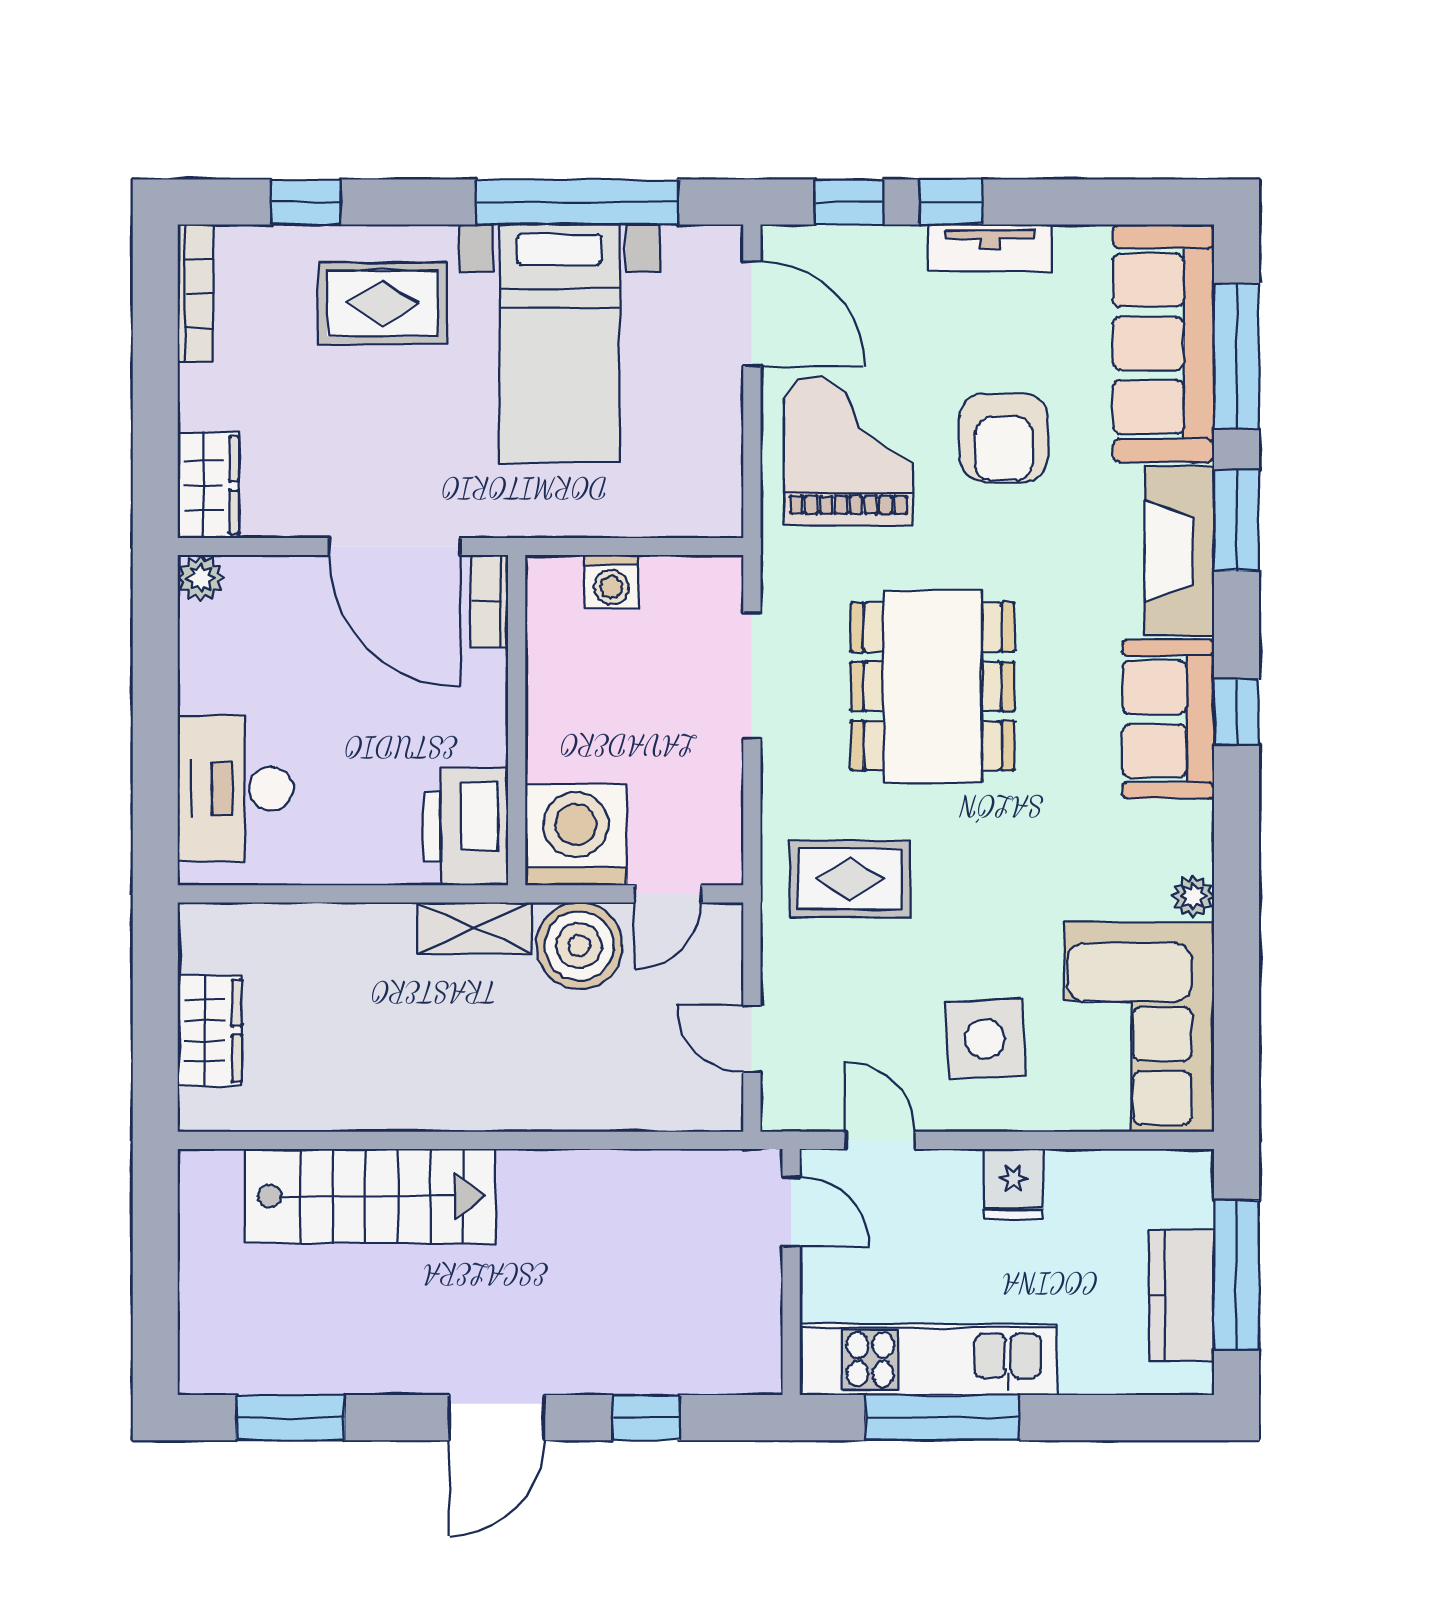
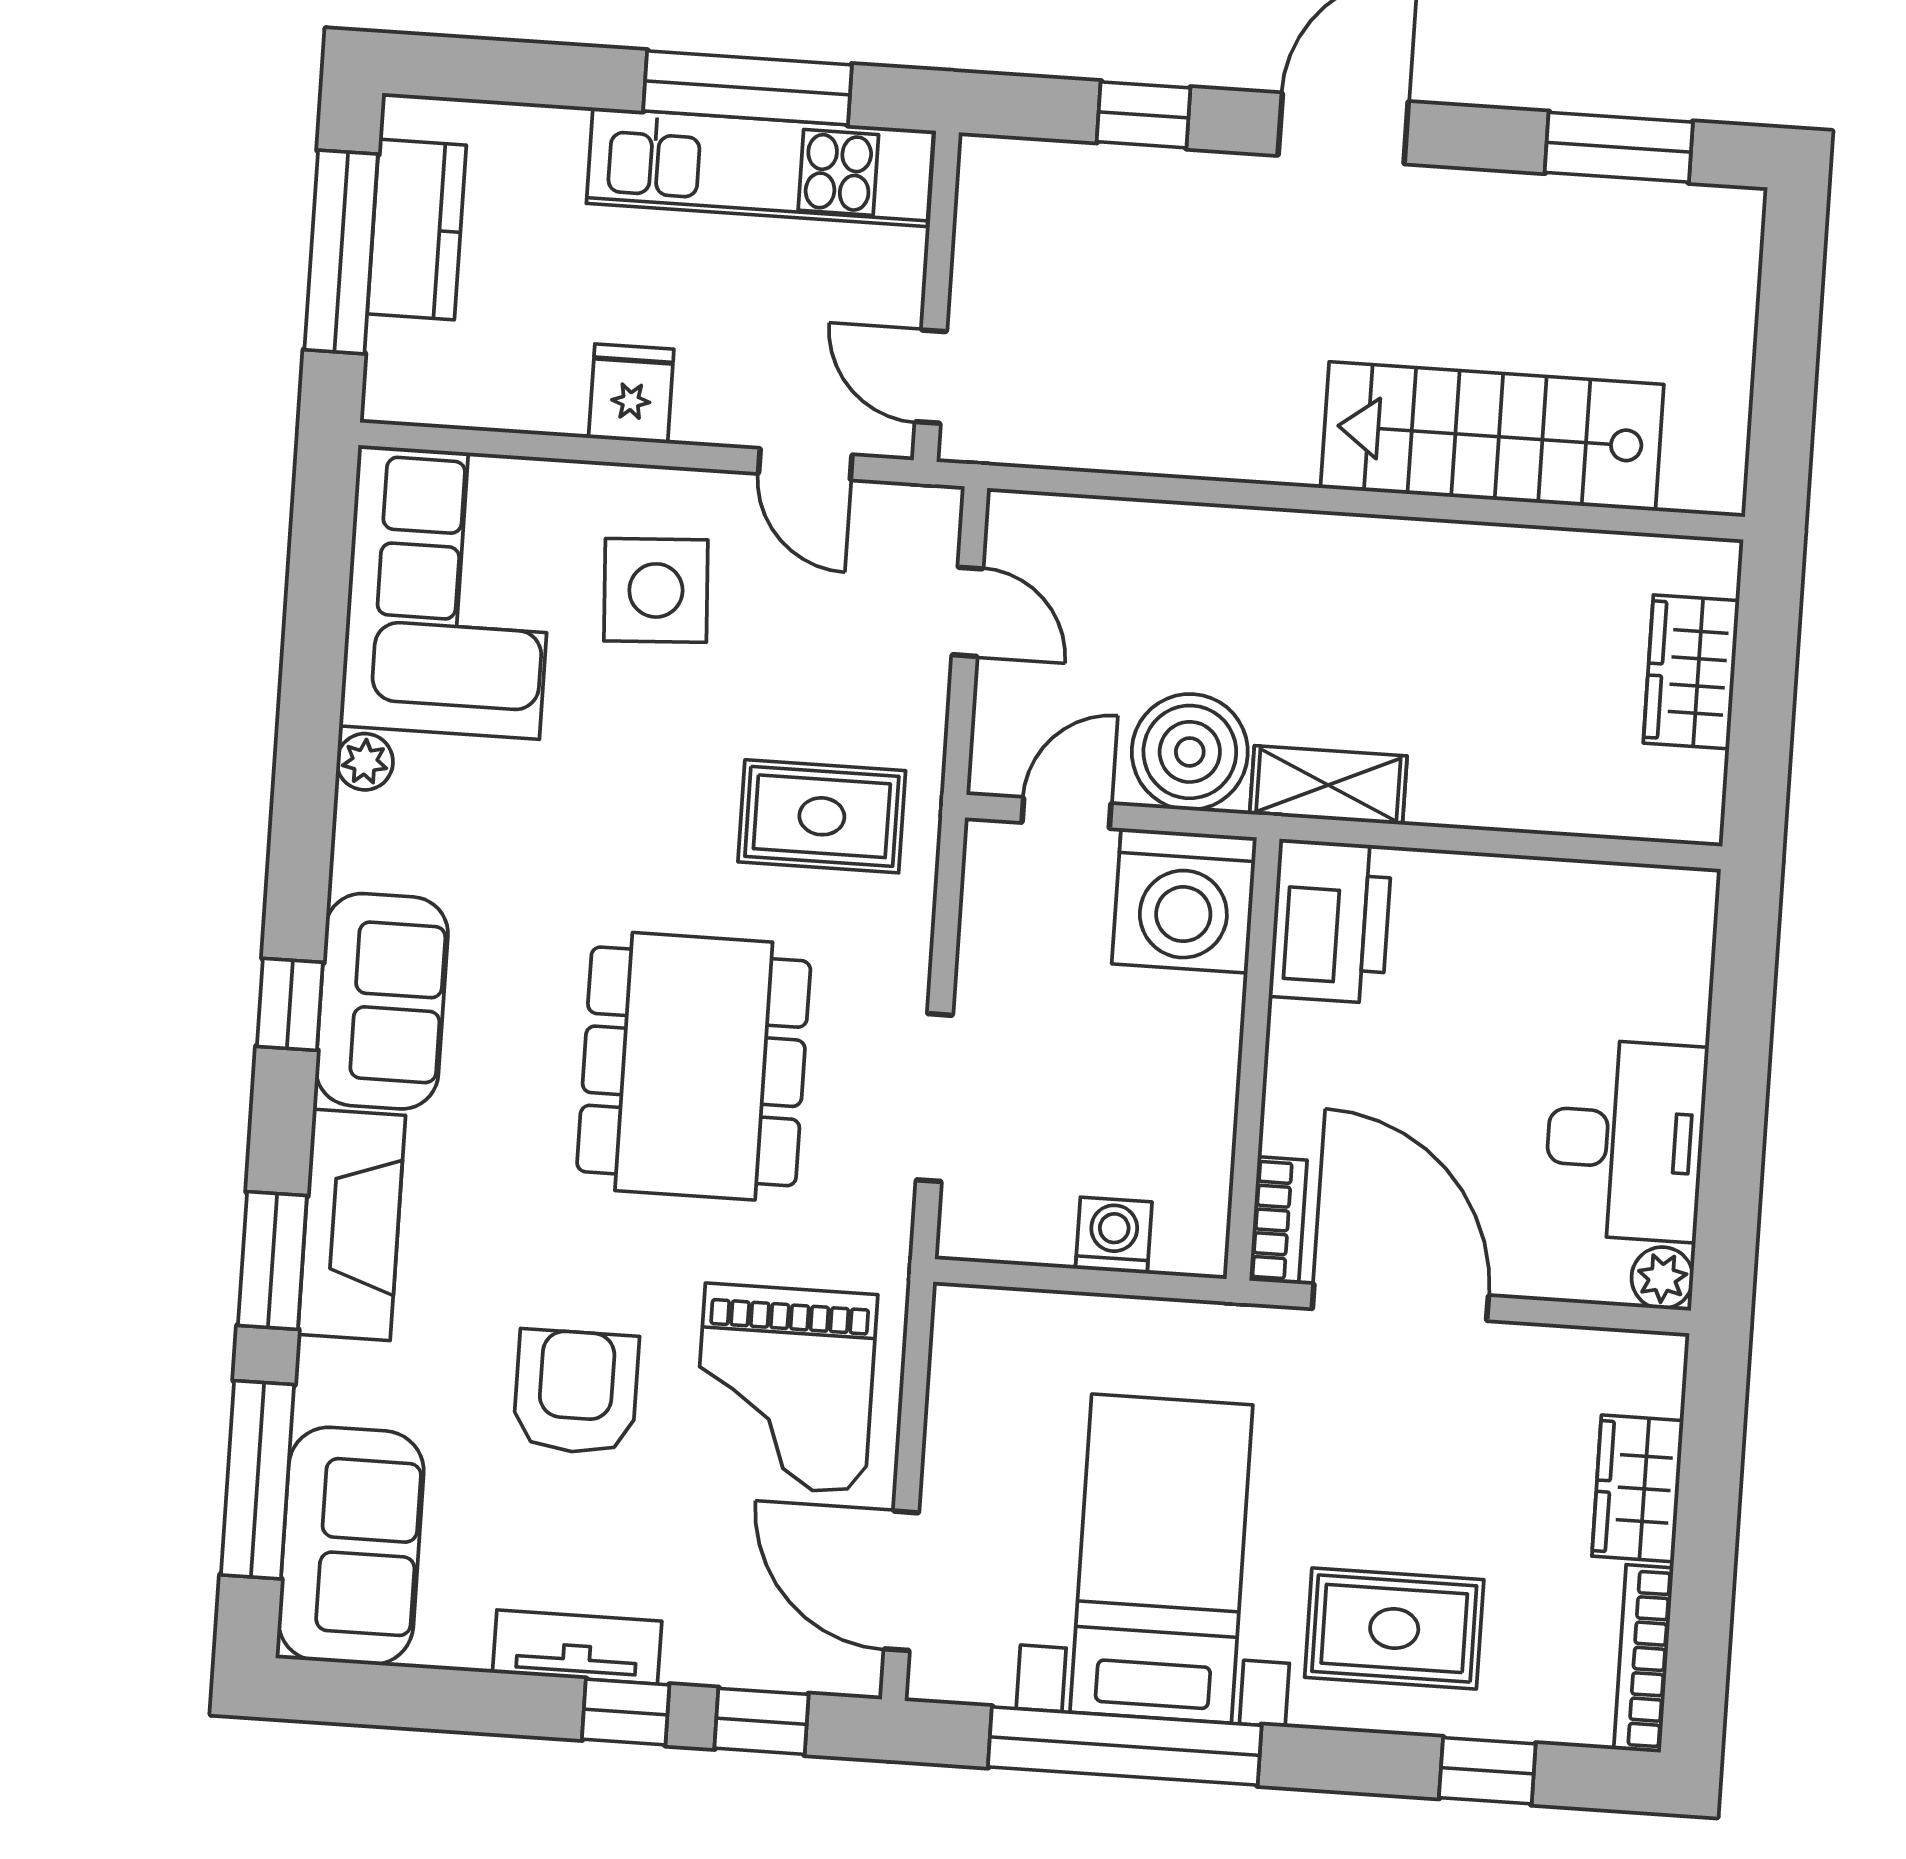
sofa: (1164, 343) -> (351, 1546), width x0.73
wardrobe: (208, 485) -> (1638, 1488), moved
desk: (235, 789) -> (1625, 1140), moved

